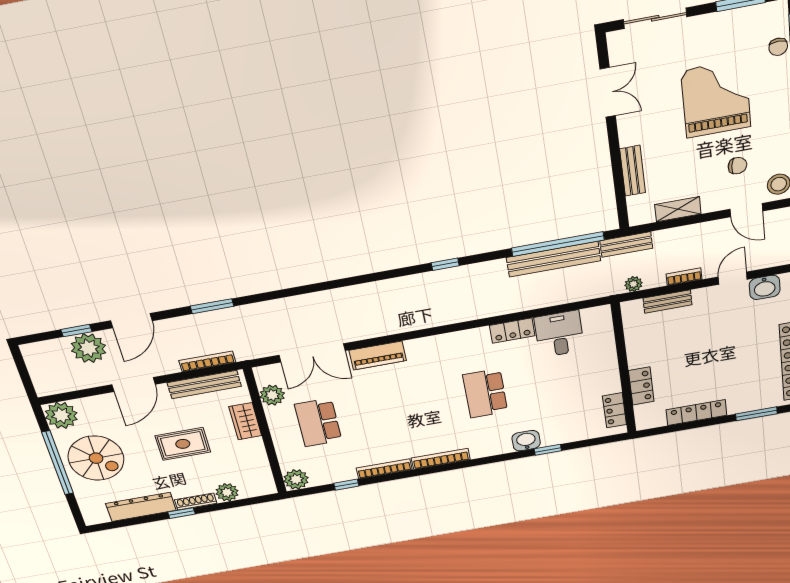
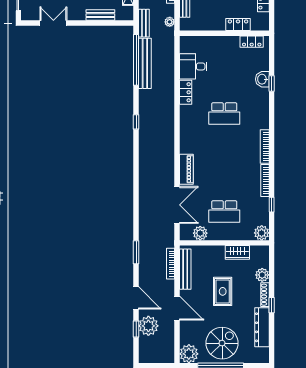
wardrobe: (245, 421) -> (237, 252), moved
washbasin: (526, 441) -> (262, 79), moved

